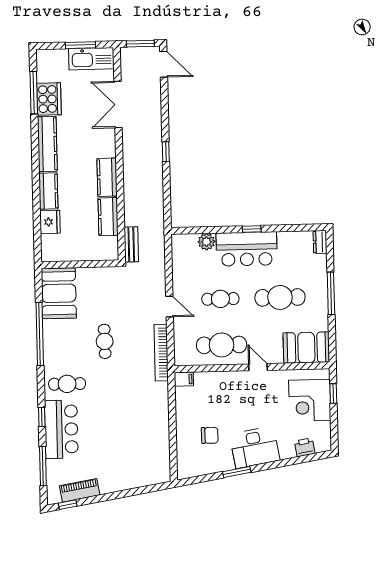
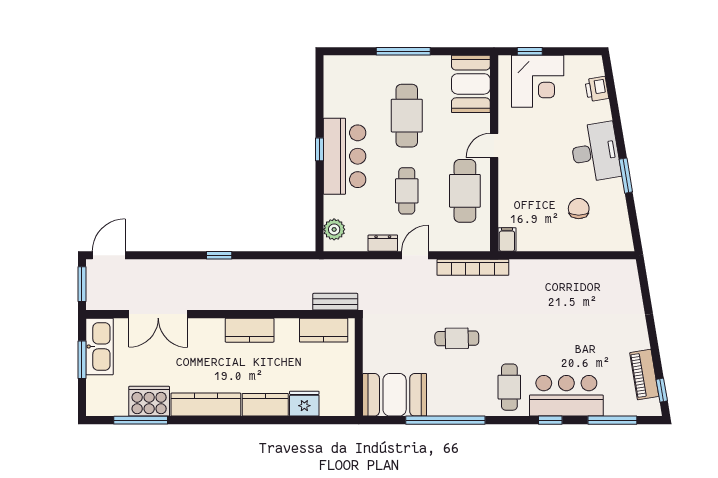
kitchen counter: (108, 217) -> (324, 330), moved
plant: (206, 242) -> (334, 229), moved
dresser: (320, 242) -> (383, 243), moved, turned 180

